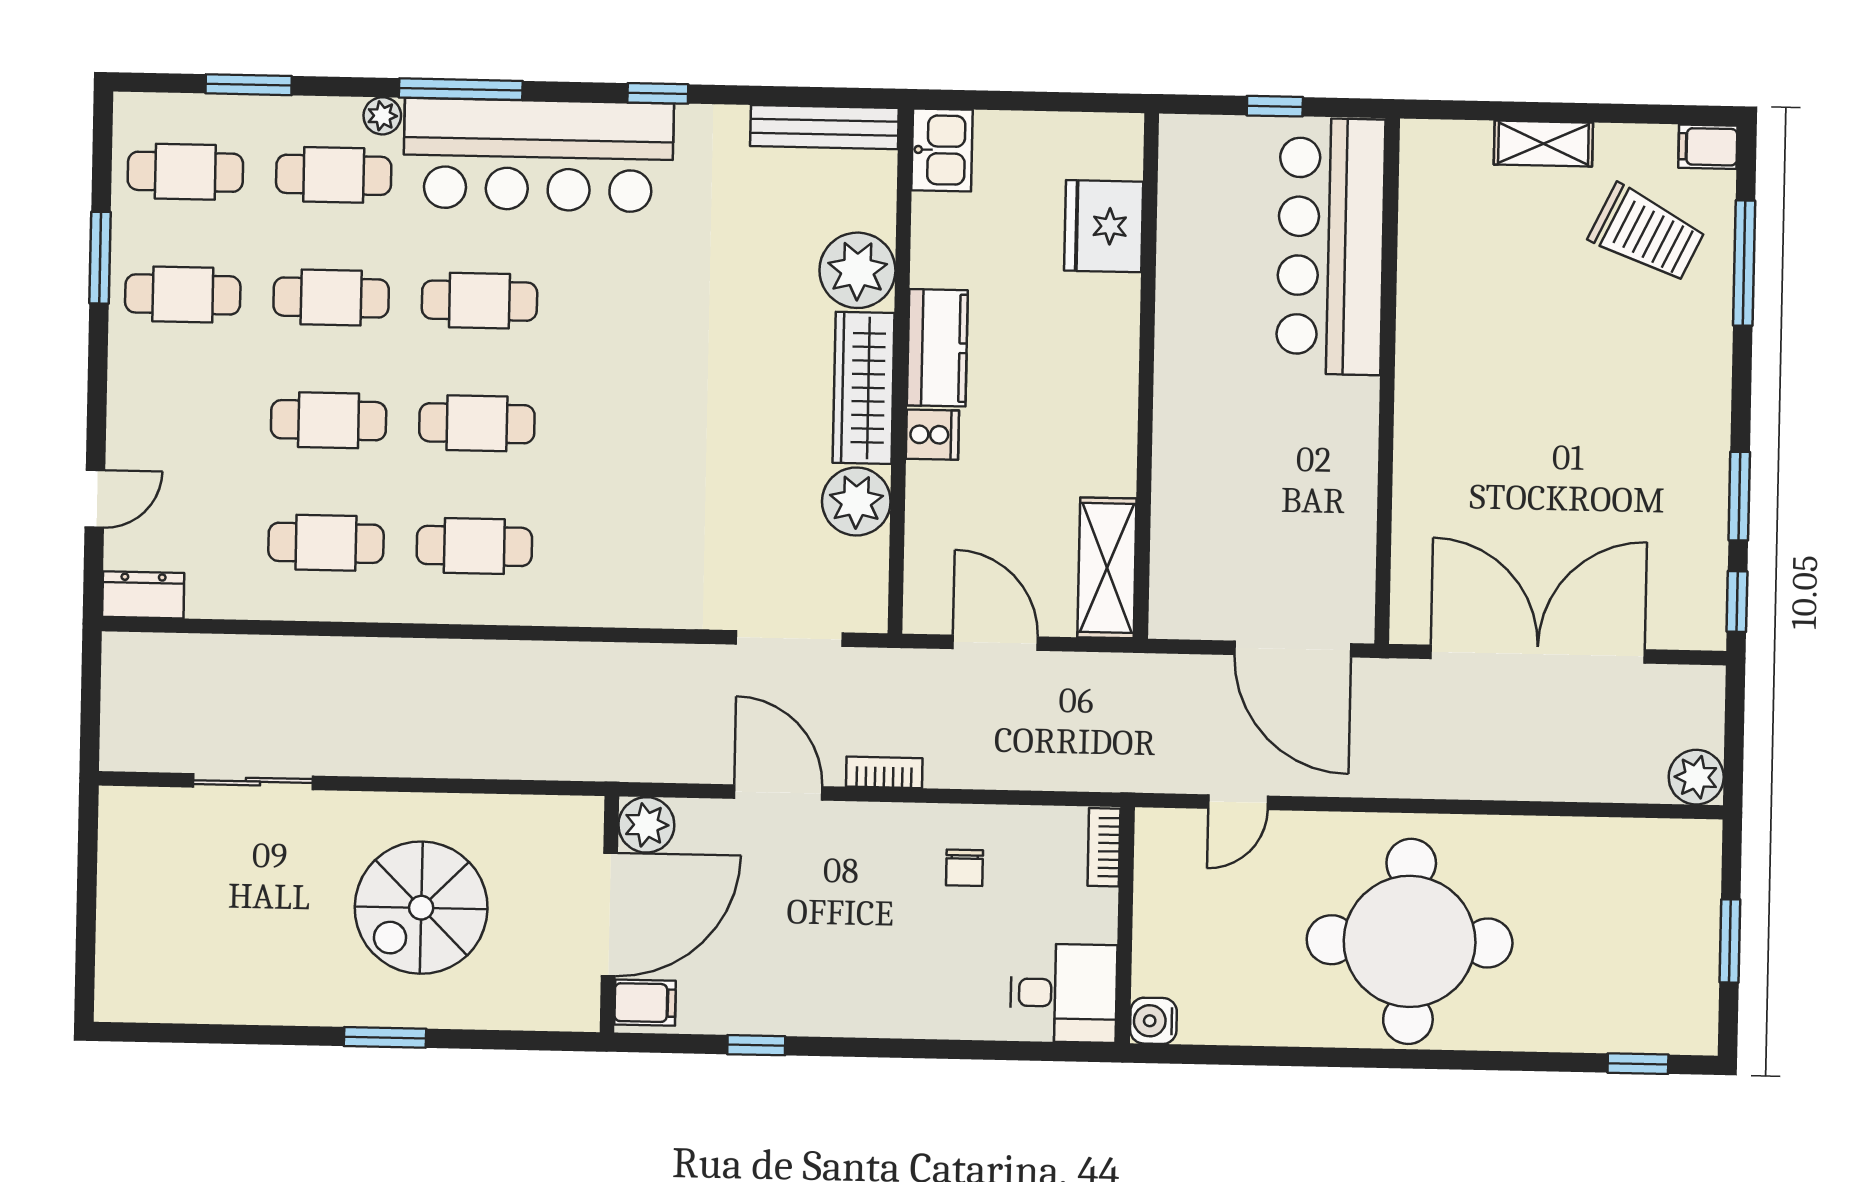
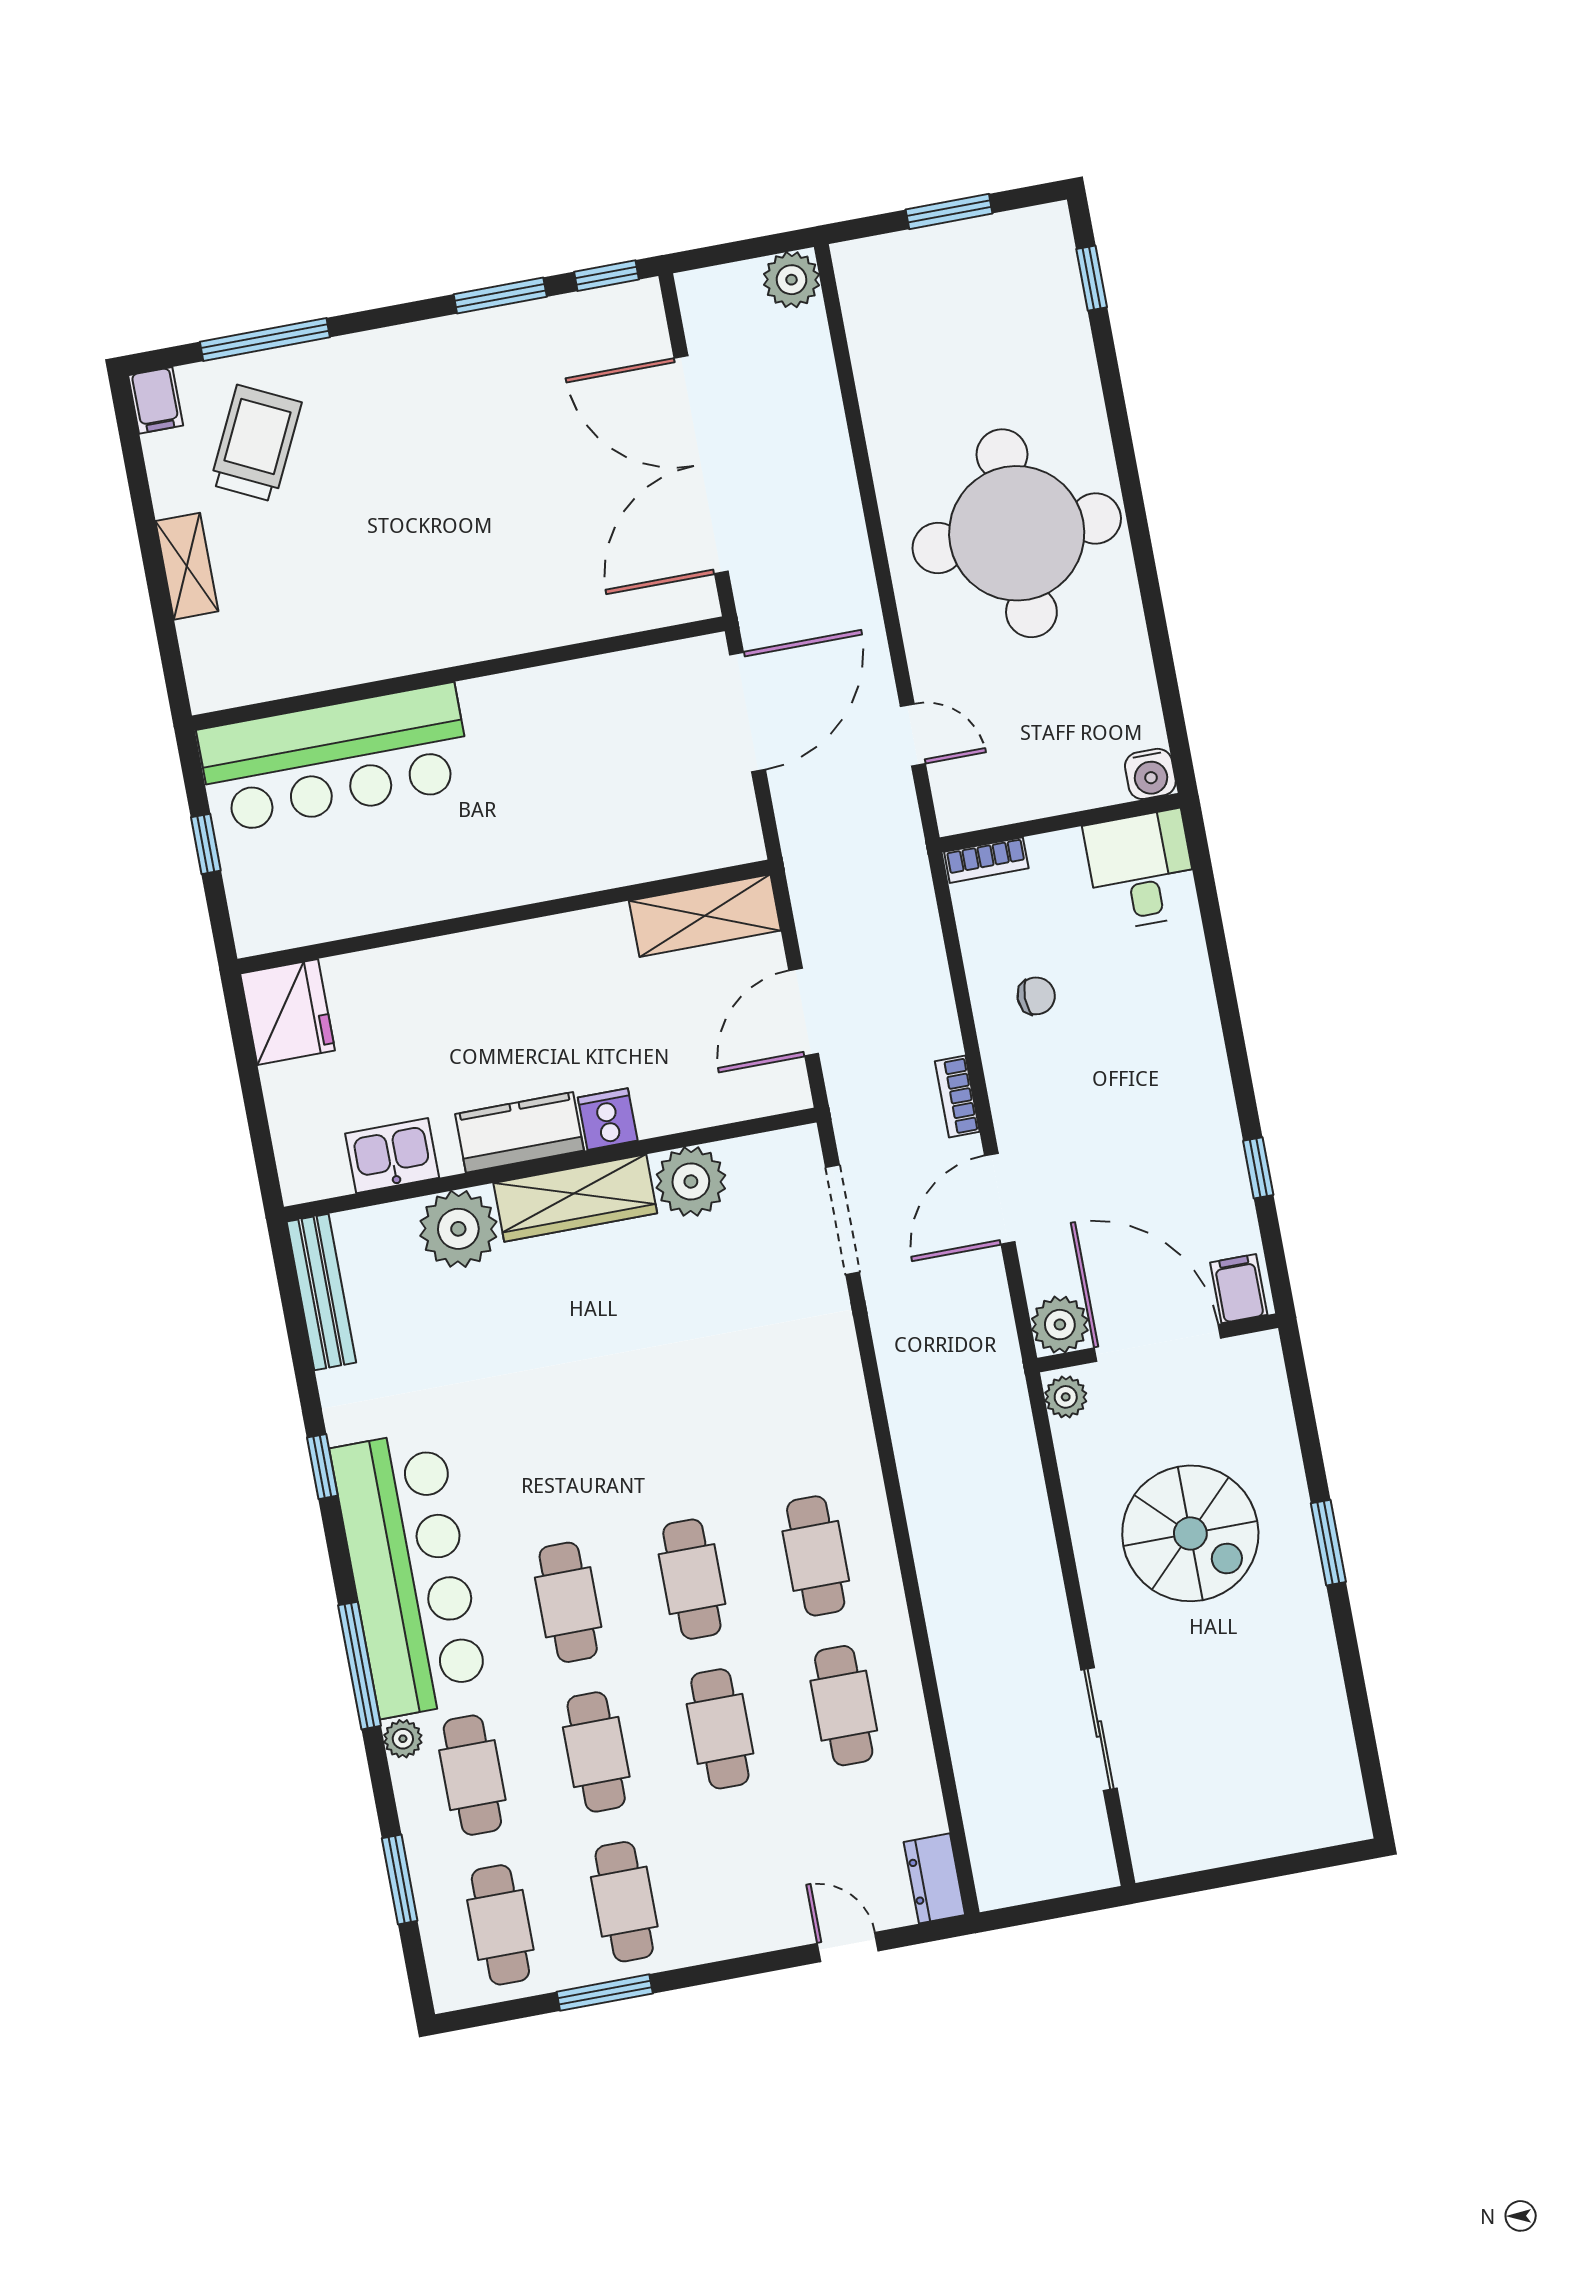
kitchen sink: (942, 150) -> (392, 1156), moved
fridge: (1104, 226) -> (288, 1012), moved, turned -90
plant: (576, 816) -> (1066, 1397), added

